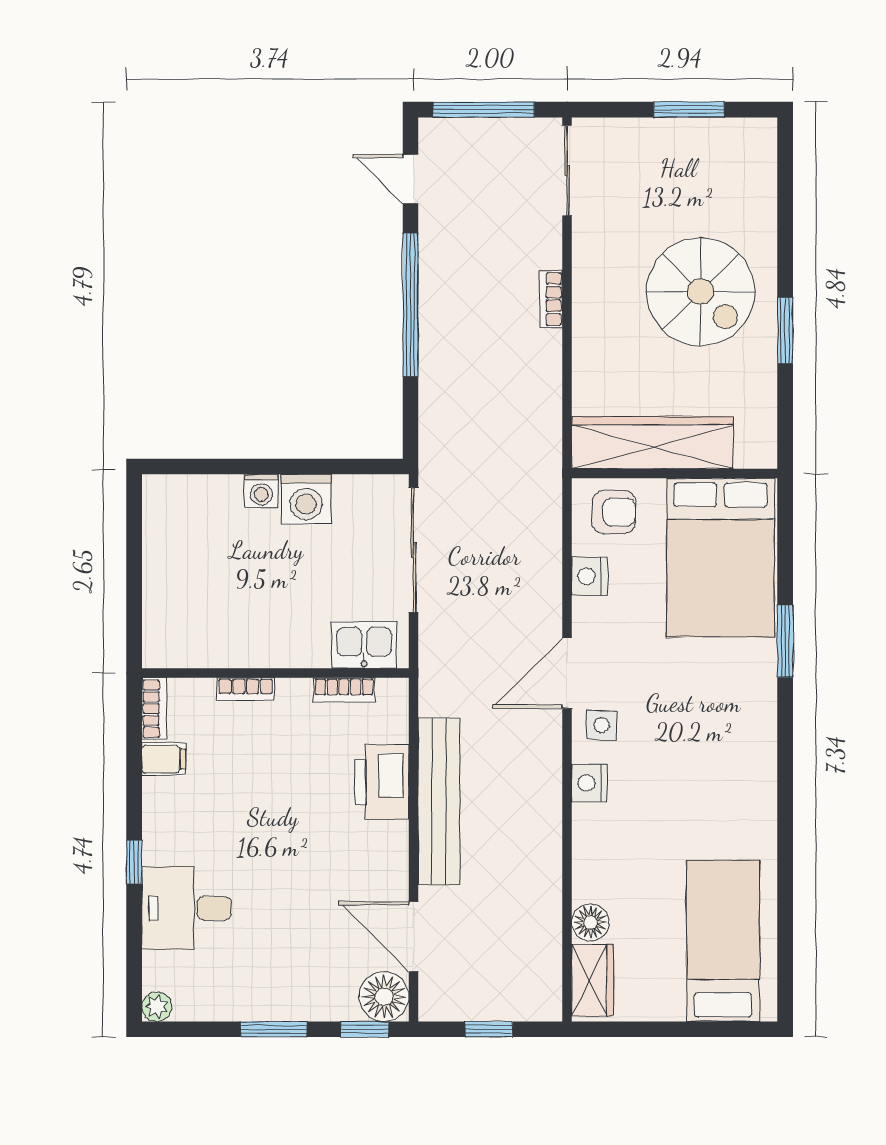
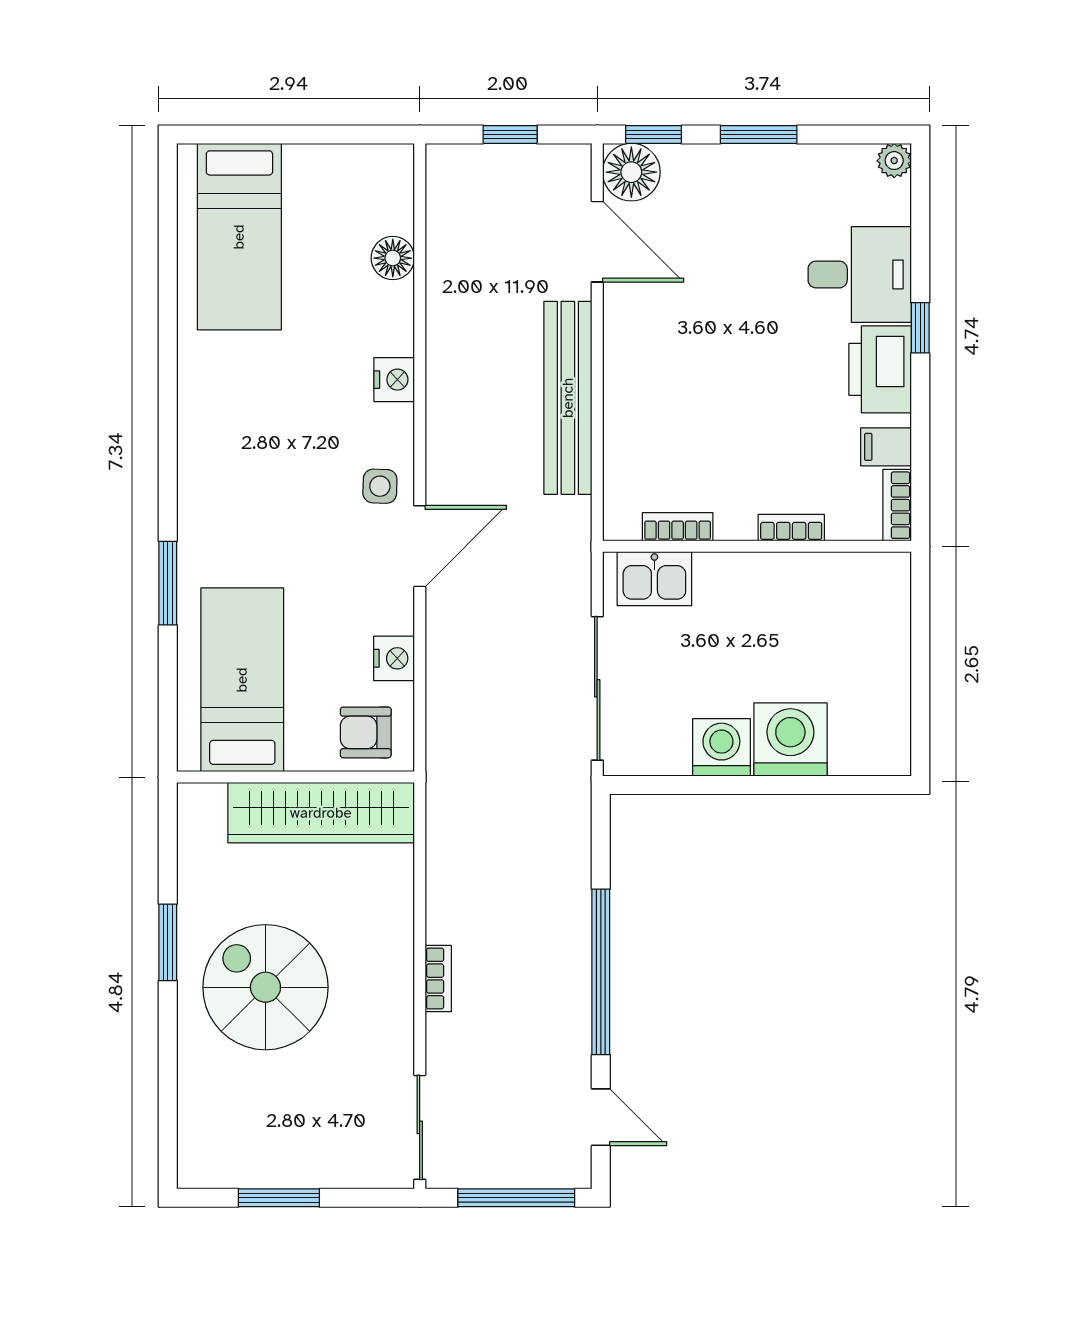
washing machine: (261, 491) -> (790, 739), width x1.89, depth x1.89
bed: (720, 558) -> (242, 680), width x0.67
printer: (382, 782) -> (880, 369), moved, turned 180
nightstand: (589, 783) -> (394, 380), moved
wardrobe: (592, 980) -> (390, 191), removed

